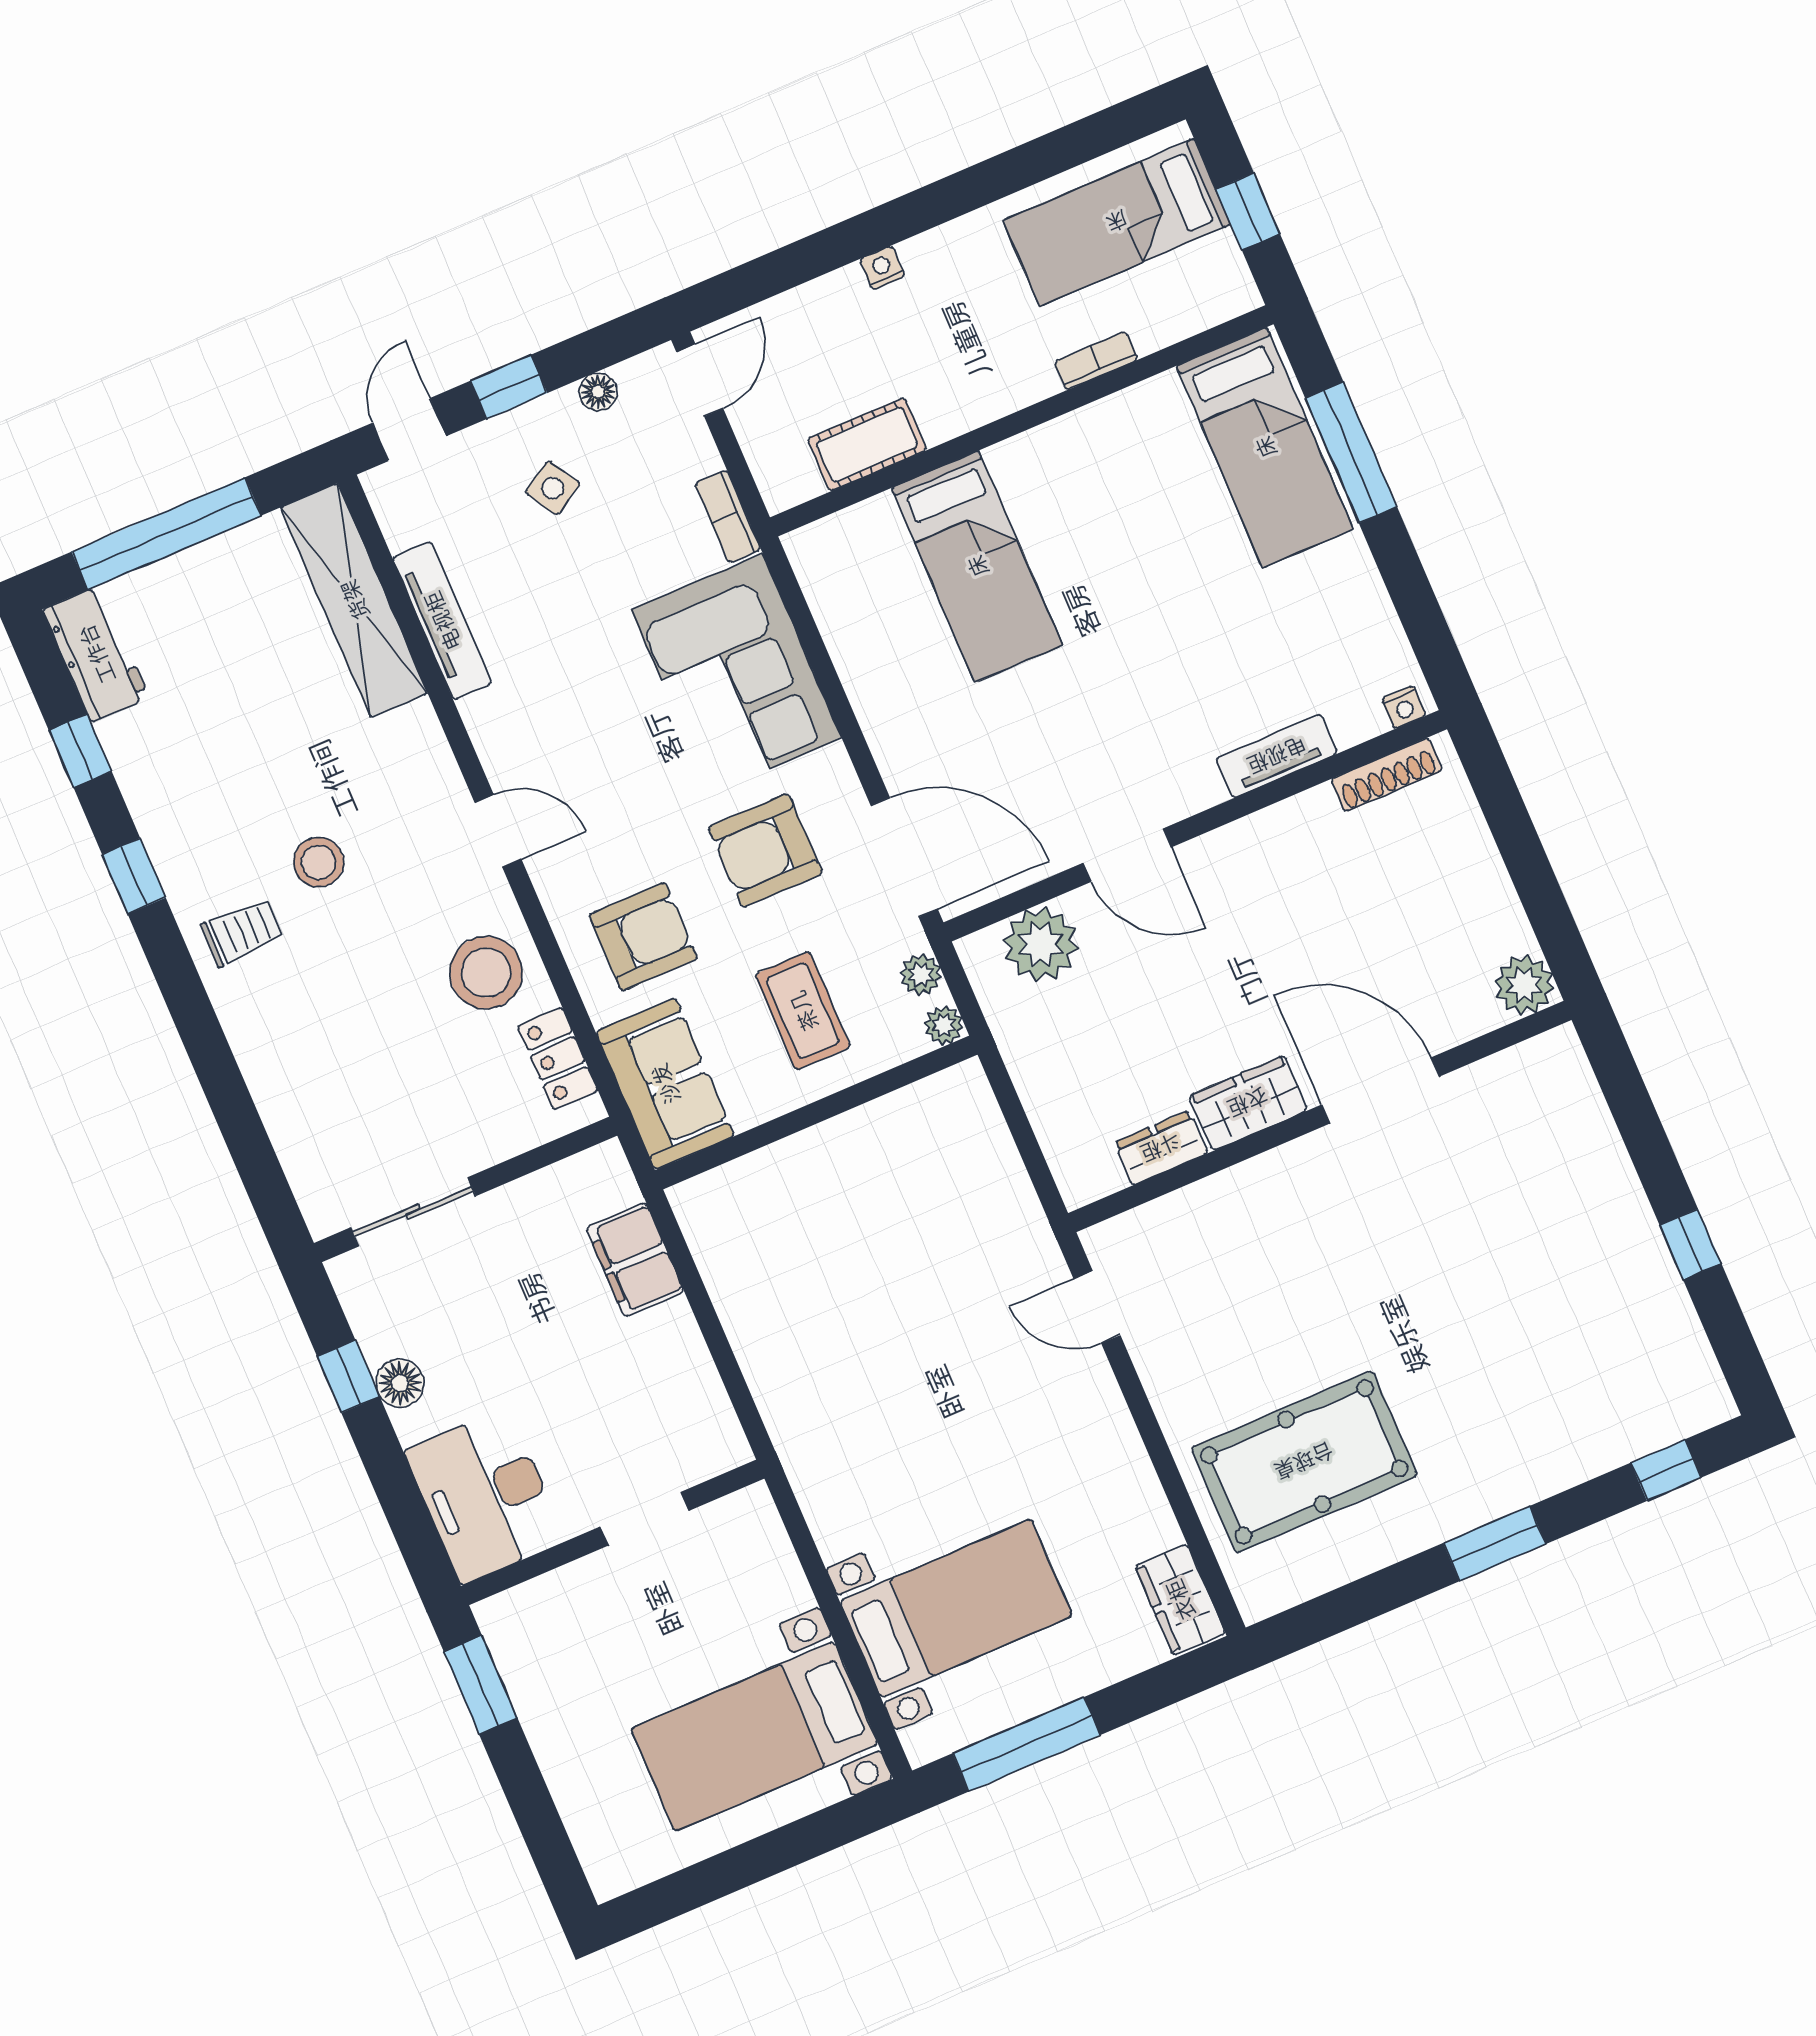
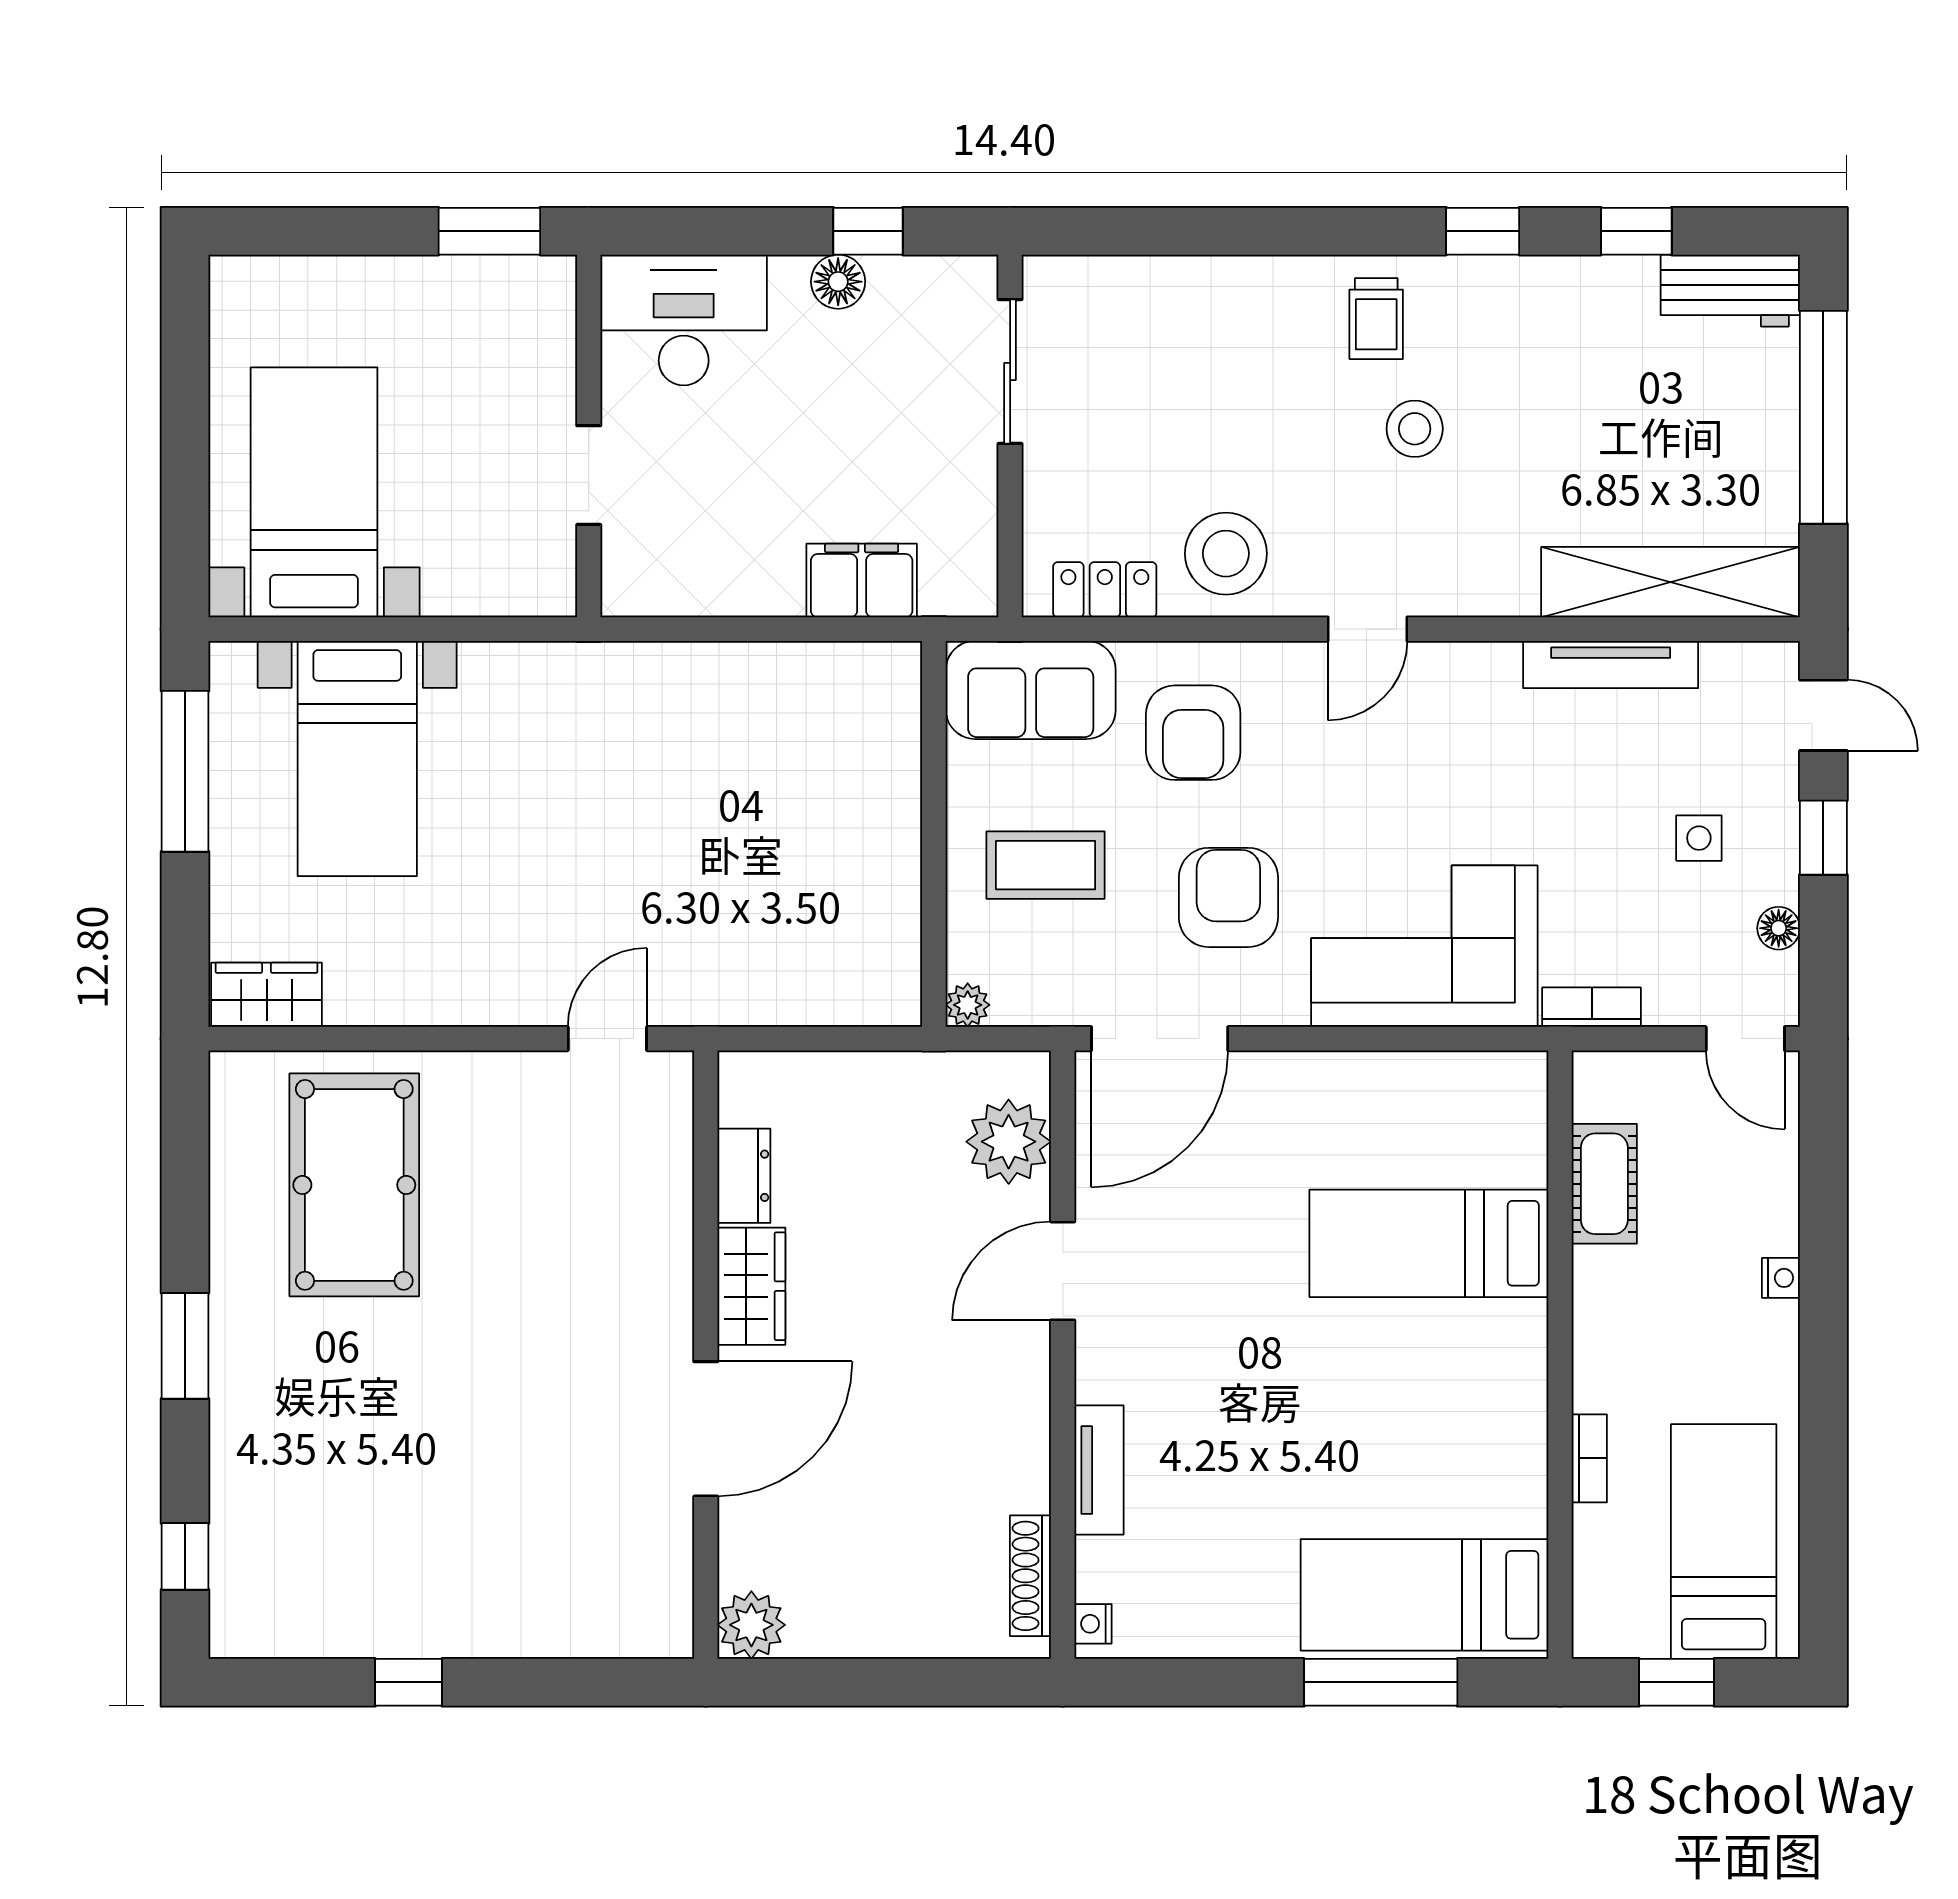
side table: (553, 488) -> (1699, 838), turned 31
plant: (921, 975) -> (1030, 1004), removed

